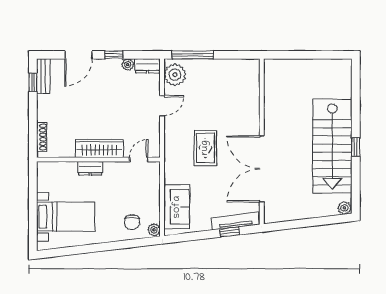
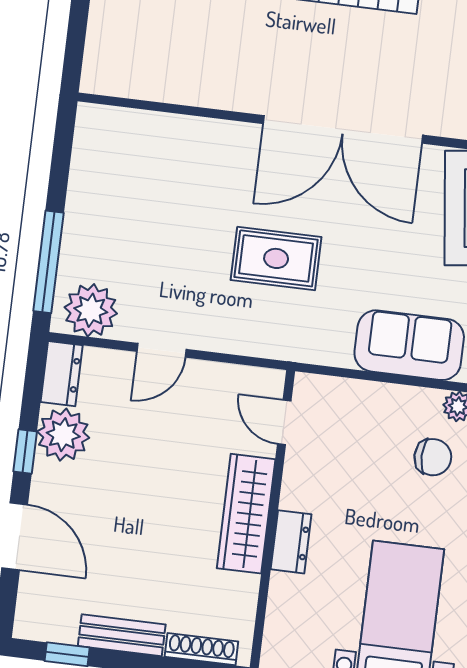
plant: (128, 65) -> (63, 435), width x1.88, depth x1.88
bench: (43, 76) -> (122, 635), moved
door: (162, 106) -> (162, 350), swing flipped

